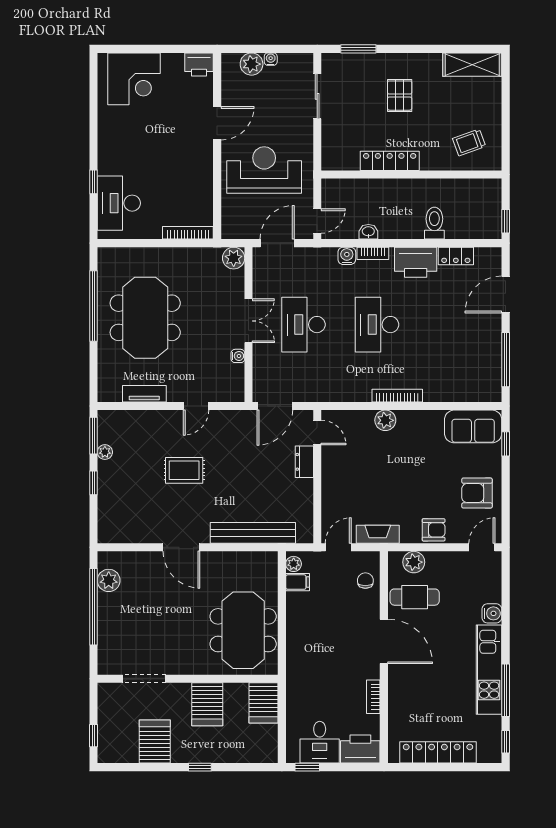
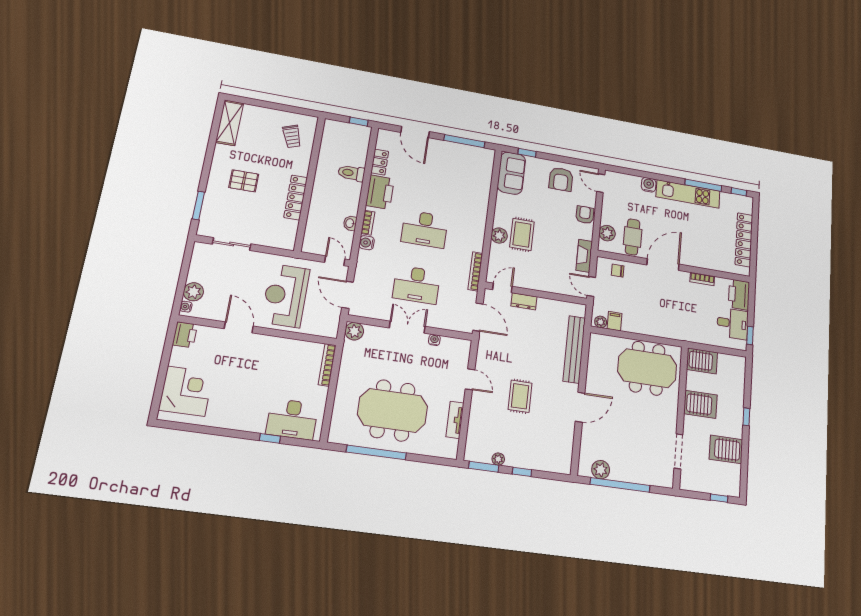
water cooler: (271, 59) -> (186, 307), moved
bookcase: (397, 396) -> (475, 271), moved
rug: (392, 450) -> (522, 234), added

